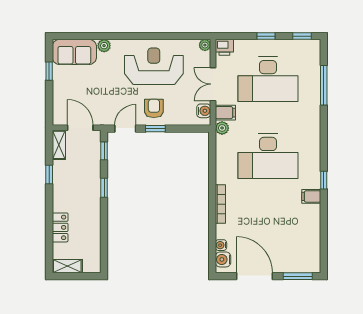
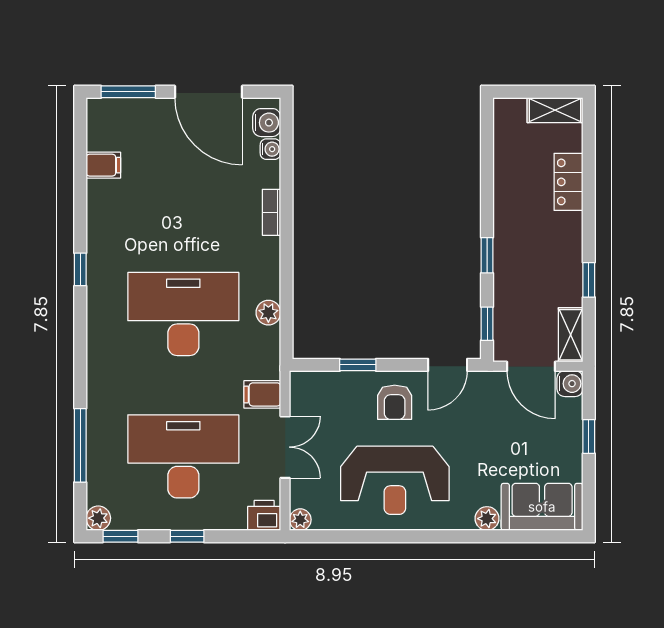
plant: (314, 46) -> (98, 518), added
window: (49, 71) -> (589, 436), moved
water cooler: (204, 111) -> (570, 384), moved, turned 180
plant: (222, 128) -> (268, 313), moved
window: (155, 129) -> (358, 365), moved
filing cabinet: (311, 196) -> (103, 165), moved
bookcase: (220, 204) -> (271, 212), width x0.64

